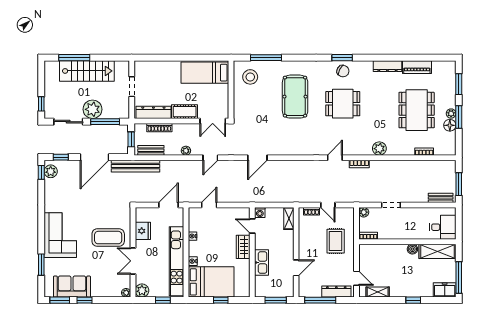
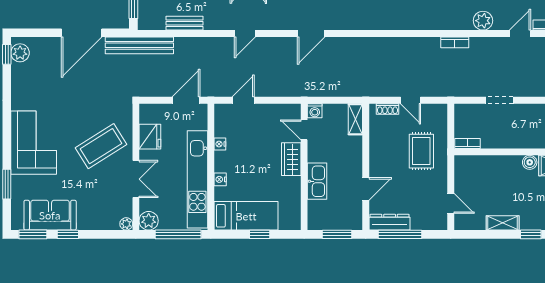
bench: (151, 150) -> (184, 23), moved
plant: (186, 151) -> (211, 24), removed
window: (61, 157) -> (34, 33), removed
door: (335, 158) -> (520, 34), moved
plant: (364, 212) -> (461, 110), removed
coffee table: (108, 238) -> (101, 146), turned -32
double door: (133, 261) -> (136, 179), swing flipped
bed: (211, 282) -> (246, 216), width x0.67
dresser: (336, 292) -> (390, 222), moved
shelving: (378, 292) -> (503, 223), moved
window: (163, 300) -> (178, 234), width x2.17

